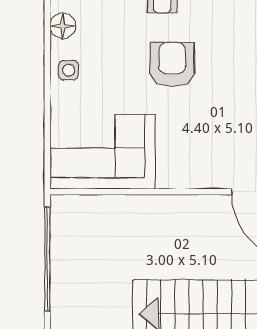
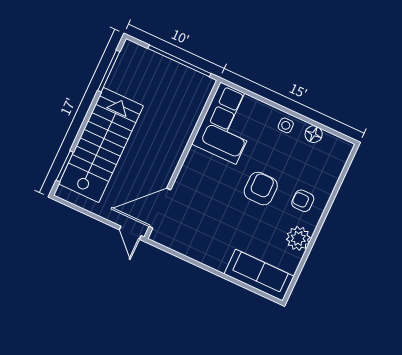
armchair: (172, 64) -> (261, 188), turned -90

